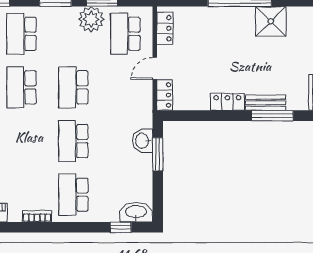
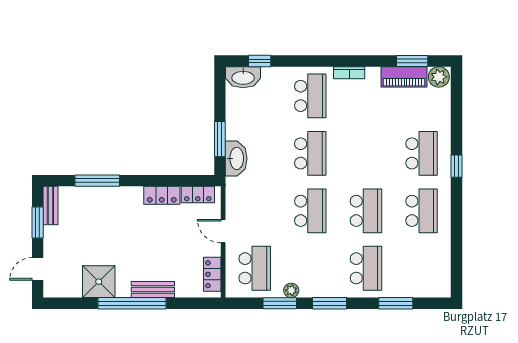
plant: (91, 19) -> (291, 290), width x0.53, depth x0.53
door: (155, 68) -> (223, 231), swing flipped
locker: (165, 95) -> (198, 195), moved, turned -90
locker: (227, 102) -> (162, 195), moved
bench: (266, 103) -> (153, 289), moved
washbasin: (143, 141) -> (236, 158), width x1.38

